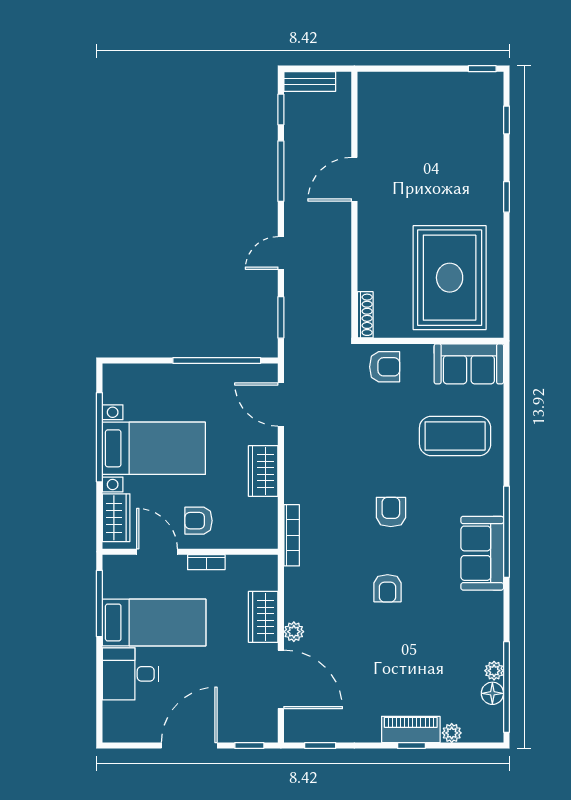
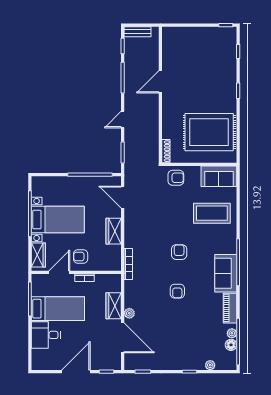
rug: (450, 278) -> (209, 132), turned 90
door: (157, 552) -> (59, 272), hinge flipped
piano: (411, 729) -> (230, 308), moved, turned -90

